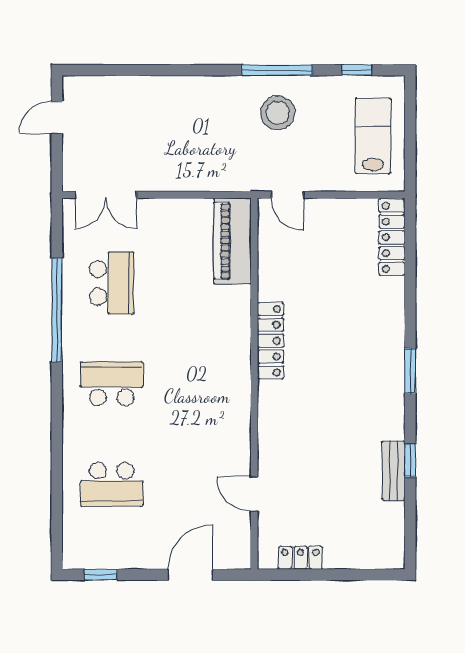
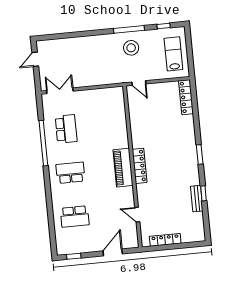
double door: (106, 195) -> (60, 91), swing flipped
piano: (232, 241) -> (123, 168), moved
locker: (271, 341) -> (140, 166), moved
locker: (300, 558) -> (165, 240), width x1.53

